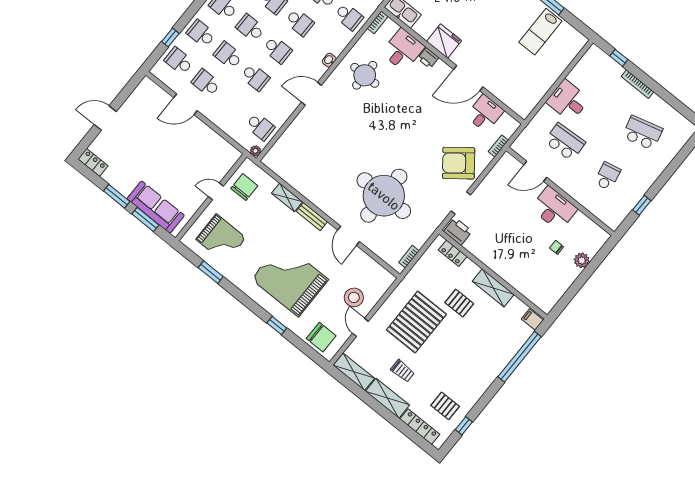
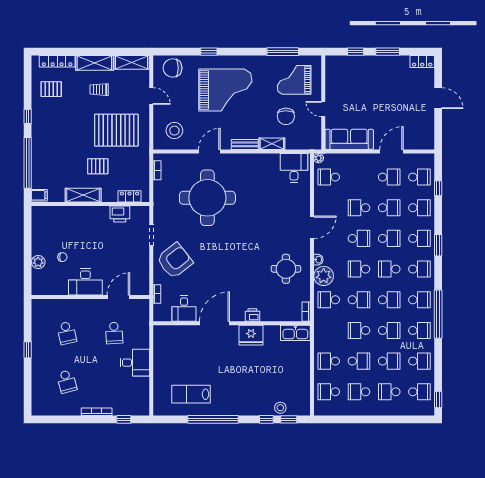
lab bench: (540, 32) -> (191, 394), turned -90
plant: (336, 42) -> (324, 276), added
school desk: (277, 50) -> (359, 238), turned 180
desk: (403, 50) -> (294, 168), moved, turned 180
door: (105, 118) -> (438, 98), hinge flipped
school desk: (642, 133) -> (67, 381), width x0.54
school desk: (565, 142) -> (114, 333), width x0.54
chair: (244, 187) -> (286, 116), moved
door: (216, 191) -> (323, 109), swing flipped
window: (642, 205) -> (28, 350), moved
sofa: (156, 207) -> (349, 139), moved, turned 180
window: (145, 219) -> (356, 52), width x0.67
printer: (458, 231) -> (120, 214), moved
door: (348, 236) -> (209, 151), hinge flipped
window: (211, 272) -> (283, 52), width x1.44
stool: (354, 297) -> (174, 131), moved
pallet: (416, 322) -> (116, 130), turned 90
window: (464, 426) -> (28, 116), moved

